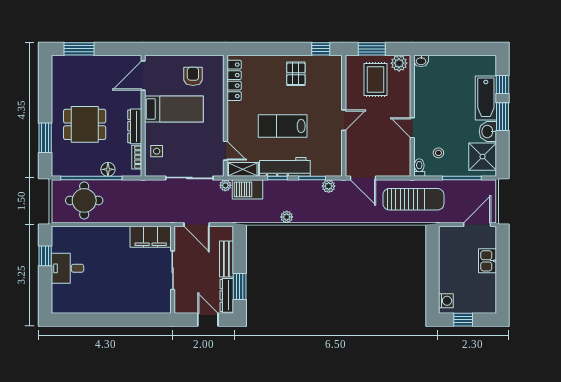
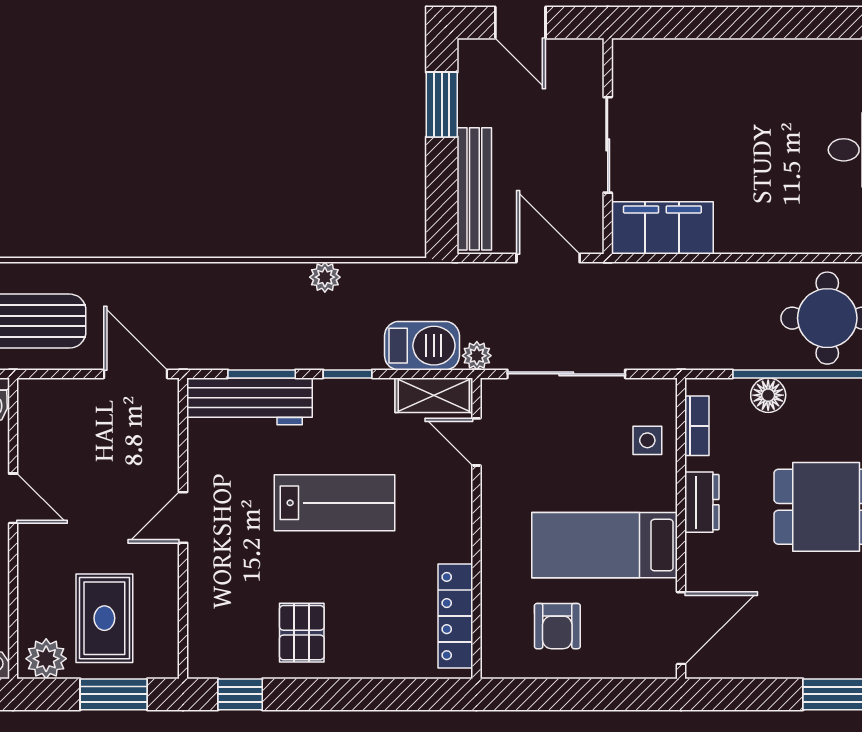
dresser: (135, 126) -> (702, 502), width x0.70
workbench: (285, 167) -> (250, 401), moved
plant: (329, 186) -> (221, 354), removed
bench: (226, 259) -> (474, 189), width x1.36
dresser: (227, 295) -> (474, 82), removed

